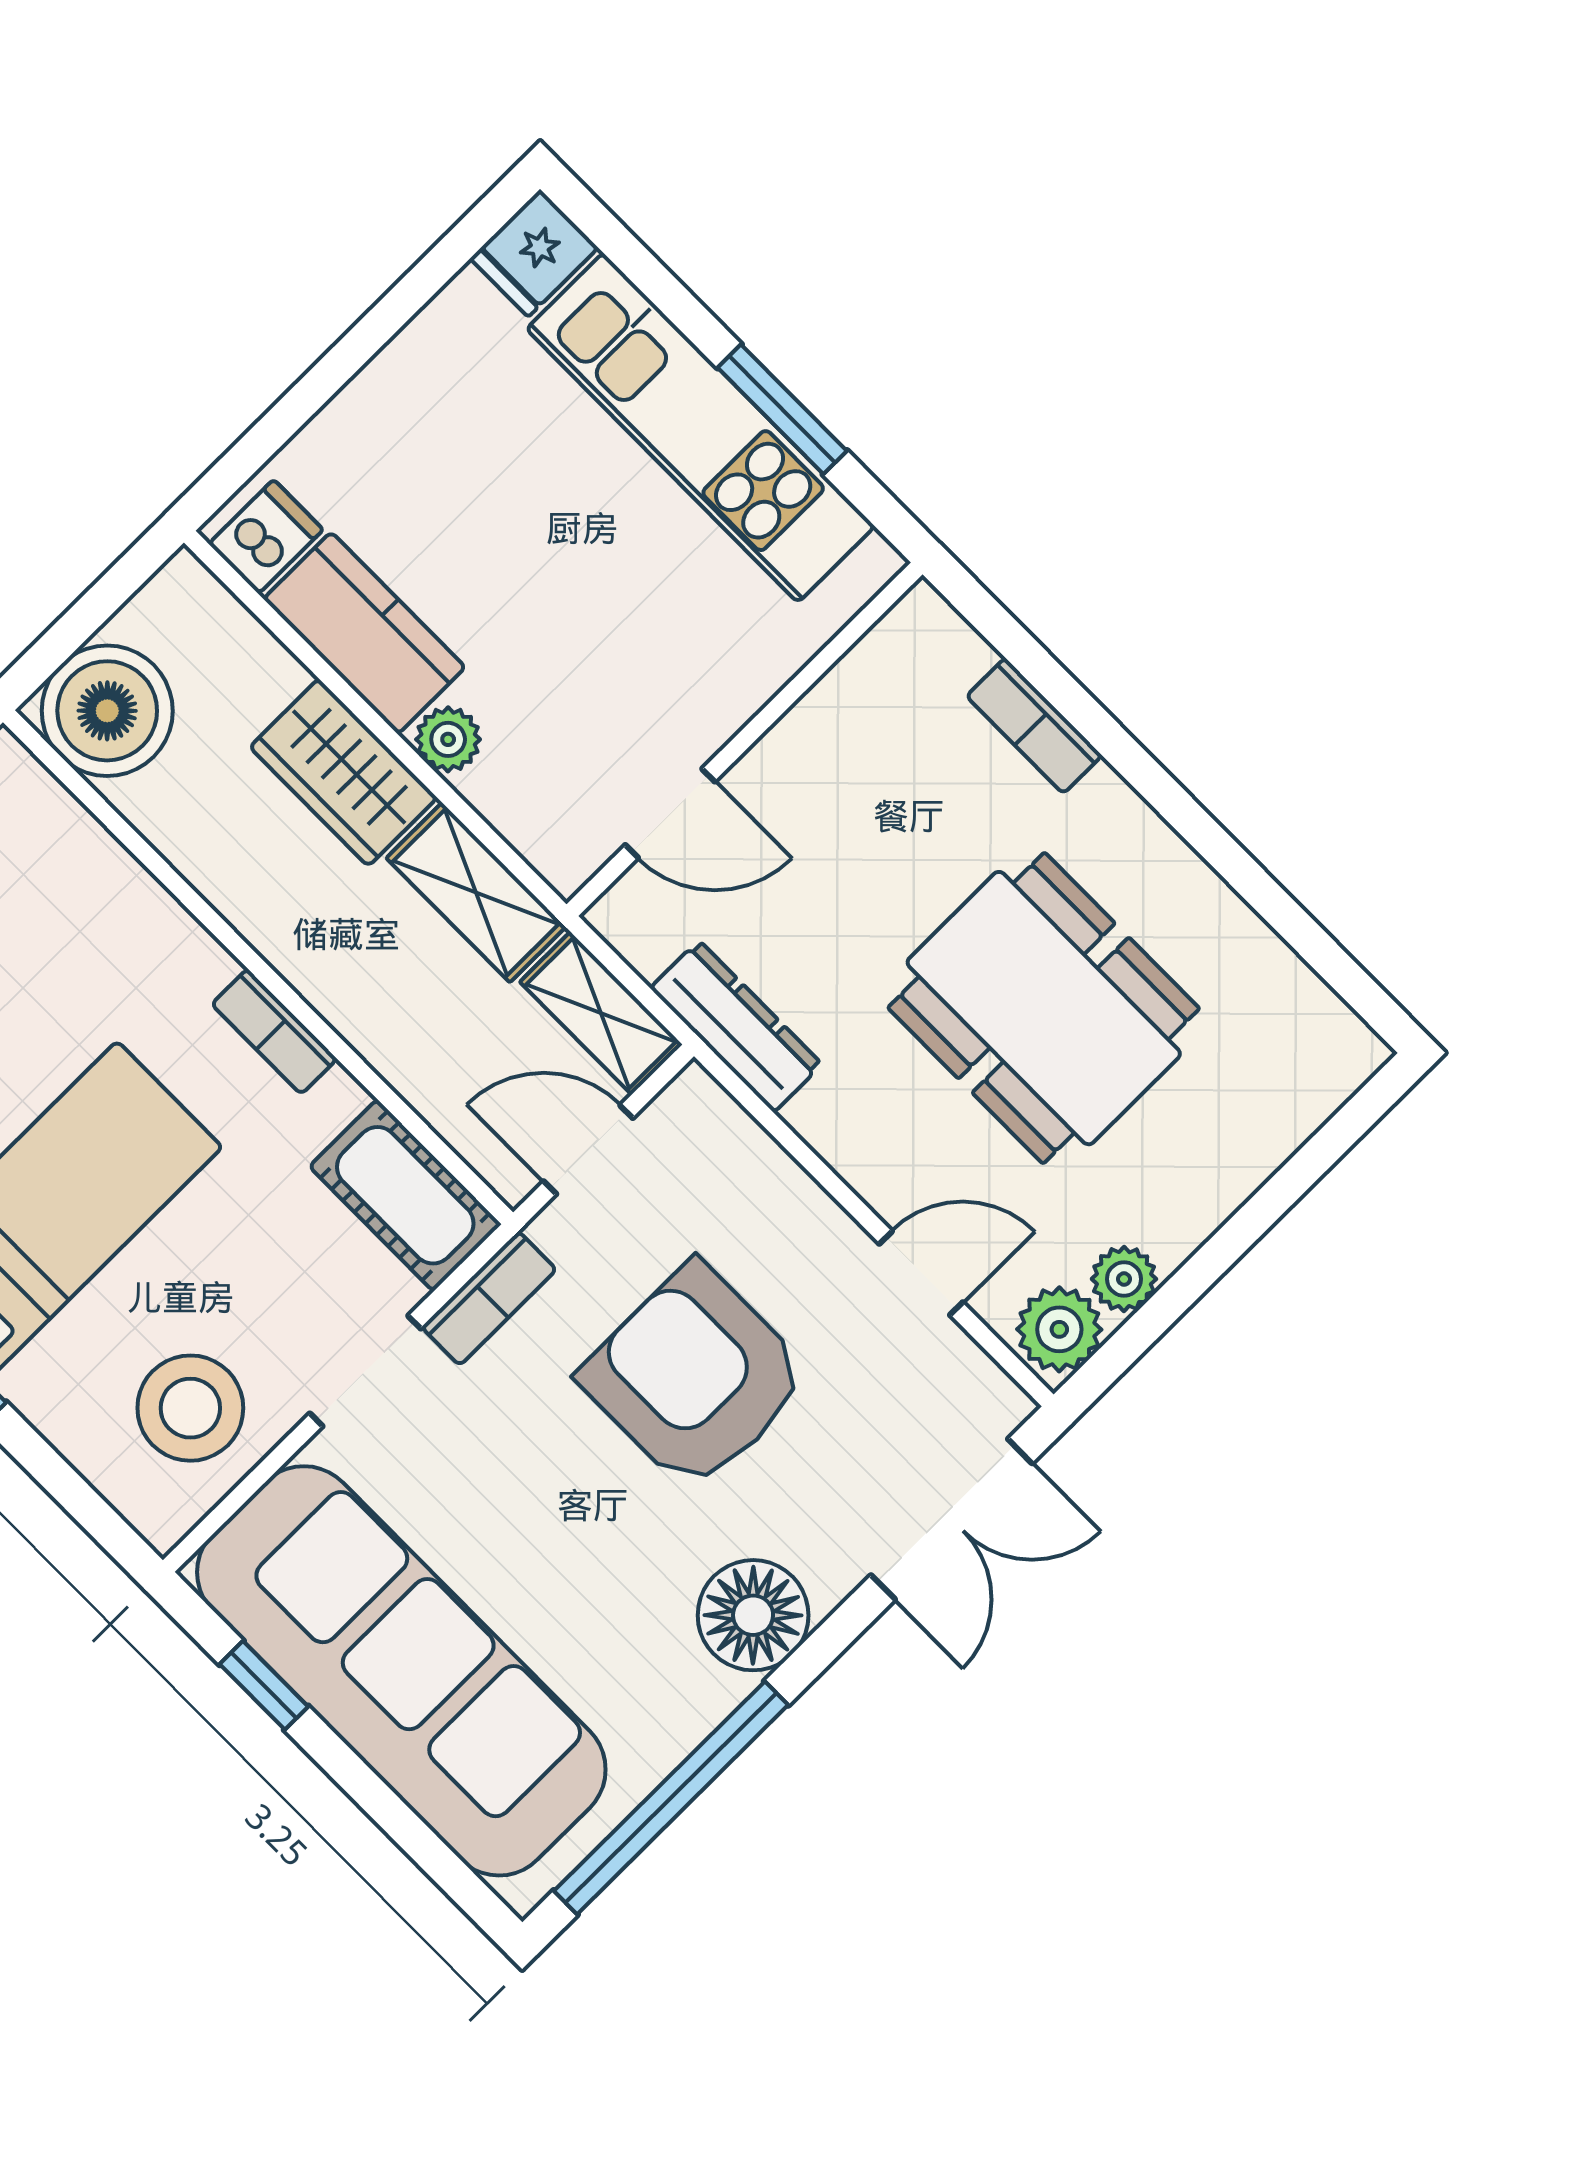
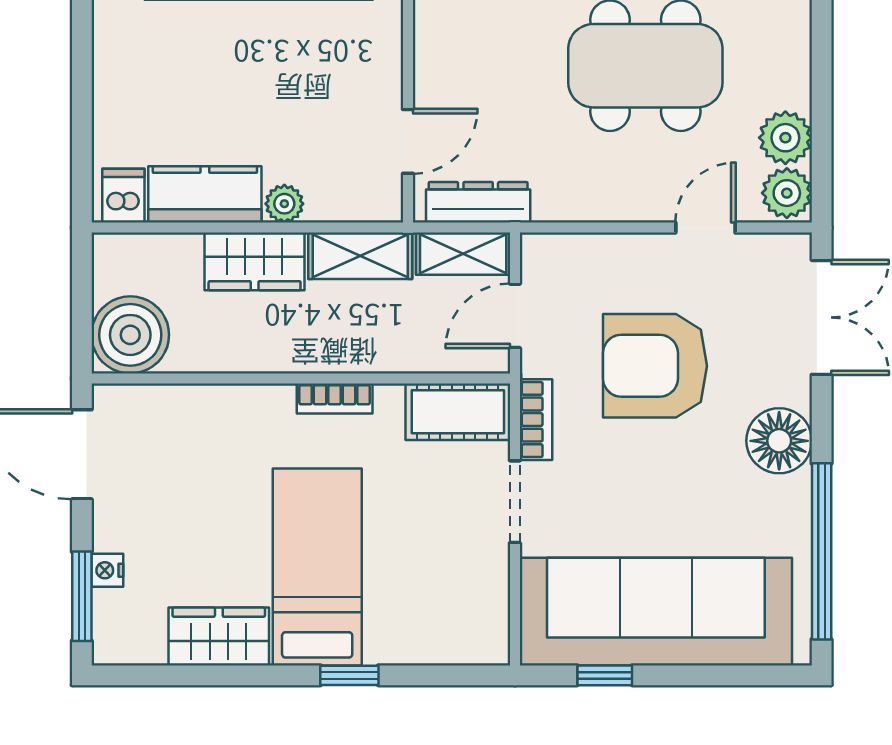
dresser: (736, 1026) -> (478, 202), moved
plant: (1124, 1279) -> (785, 138), width x1.38, depth x1.38
stool: (190, 1408) -> (458, 591), removed

